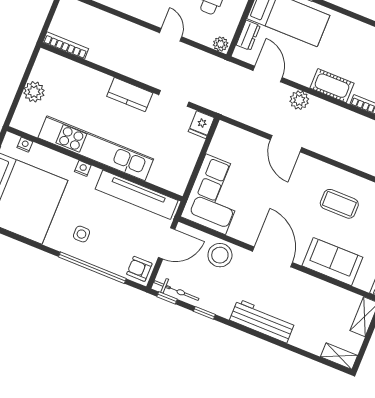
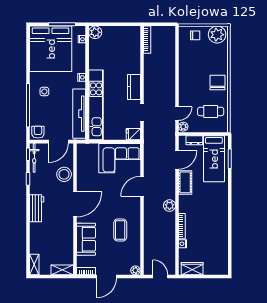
door: (171, 35) -> (177, 113), moved
cot: (332, 86) -> (185, 182), moved
plant: (34, 92) -> (95, 32), moved
plant: (299, 100) -> (170, 206), moved
kitchen unit: (96, 148) -> (96, 105), moved
corner sofa: (216, 194) -> (120, 158), moved
door: (167, 243) -> (58, 142), hinge flipped
workbench: (262, 321) -> (37, 208), width x0.73

